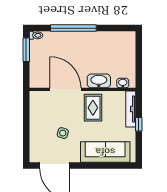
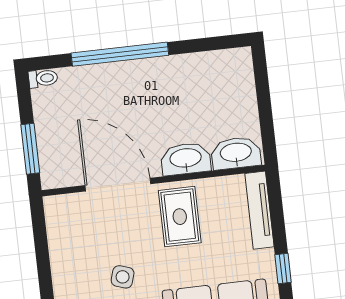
window: (26, 50) -> (30, 149), moved
washbasin: (123, 83) -> (236, 153), width x1.91, depth x1.45
window: (139, 124) -> (283, 269), moved

